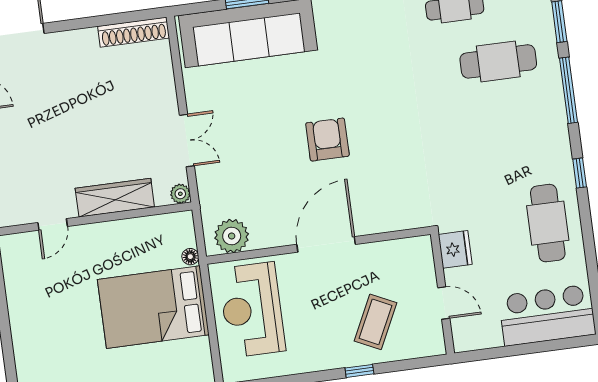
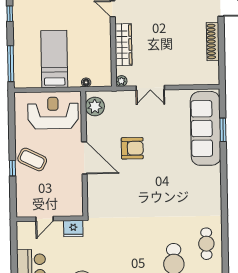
shoe rack: (134, 32) -> (213, 41), moved
armchair: (327, 140) -> (132, 148), moved
bed: (153, 307) -> (54, 59), width x0.67
coffee table: (376, 322) -> (32, 159), moved

